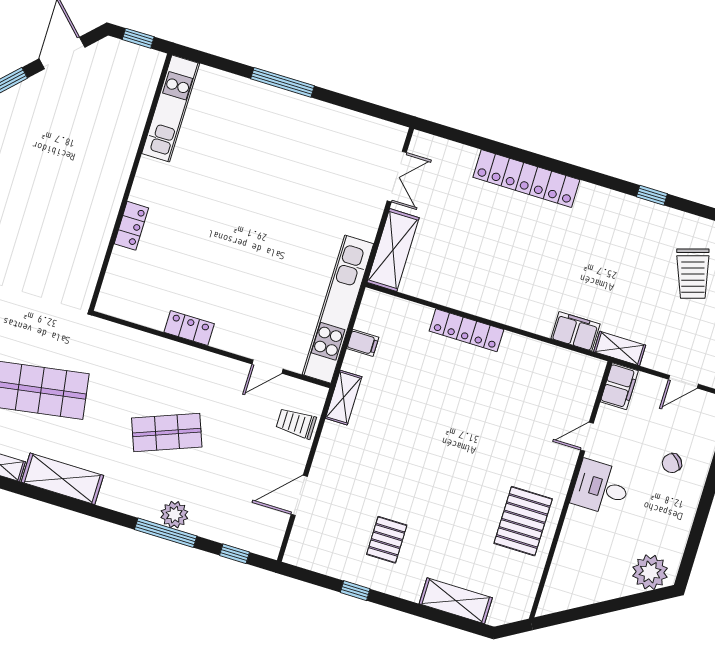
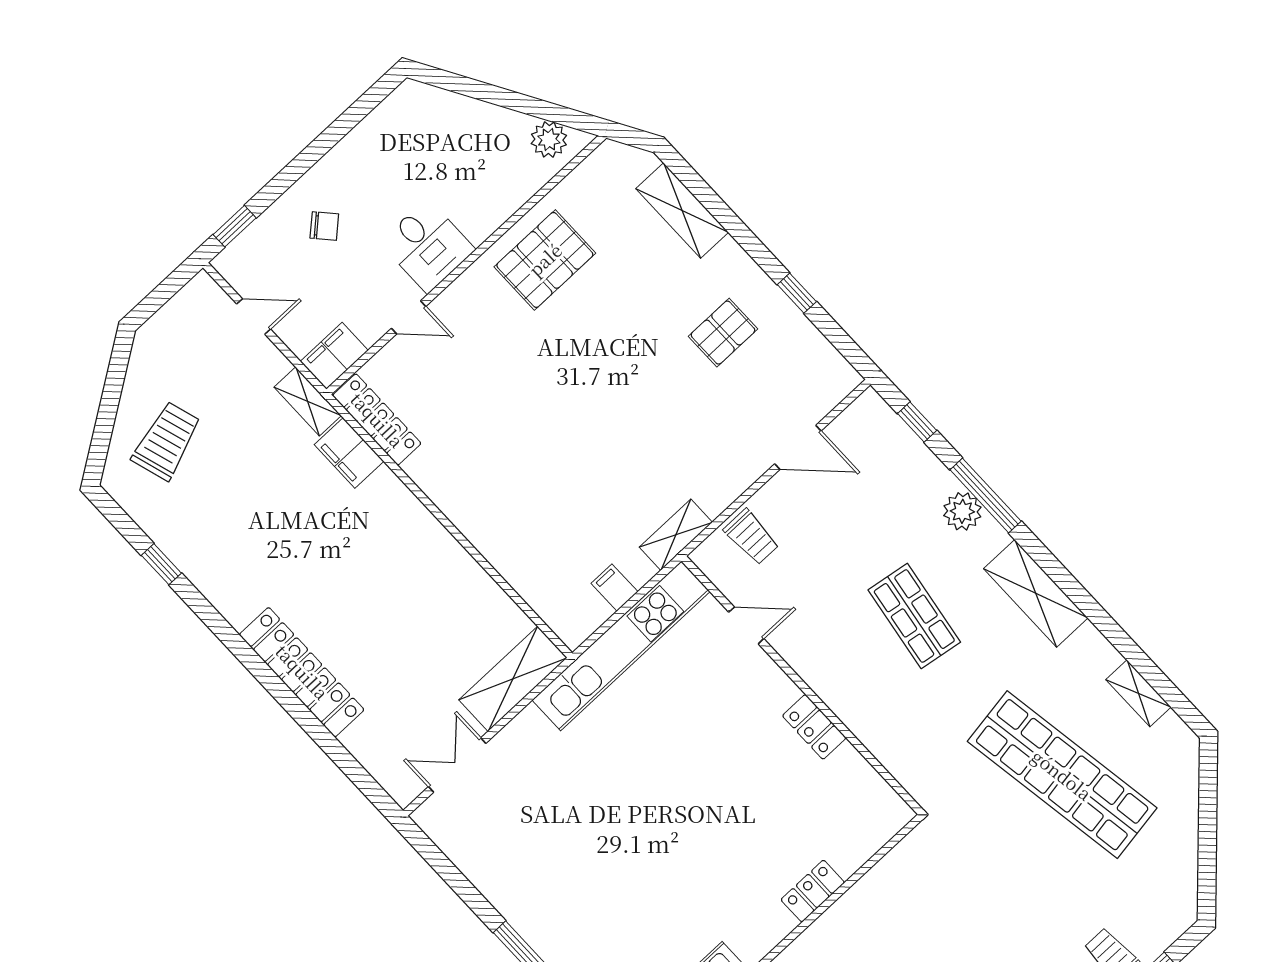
locker: (466, 330) -> (377, 420), moved
shop shelf: (167, 433) -> (914, 616), turned 30
shelving: (62, 479) -> (1036, 593), moved
plant: (650, 572) -> (549, 140), moved, width x0.73, depth x0.73

